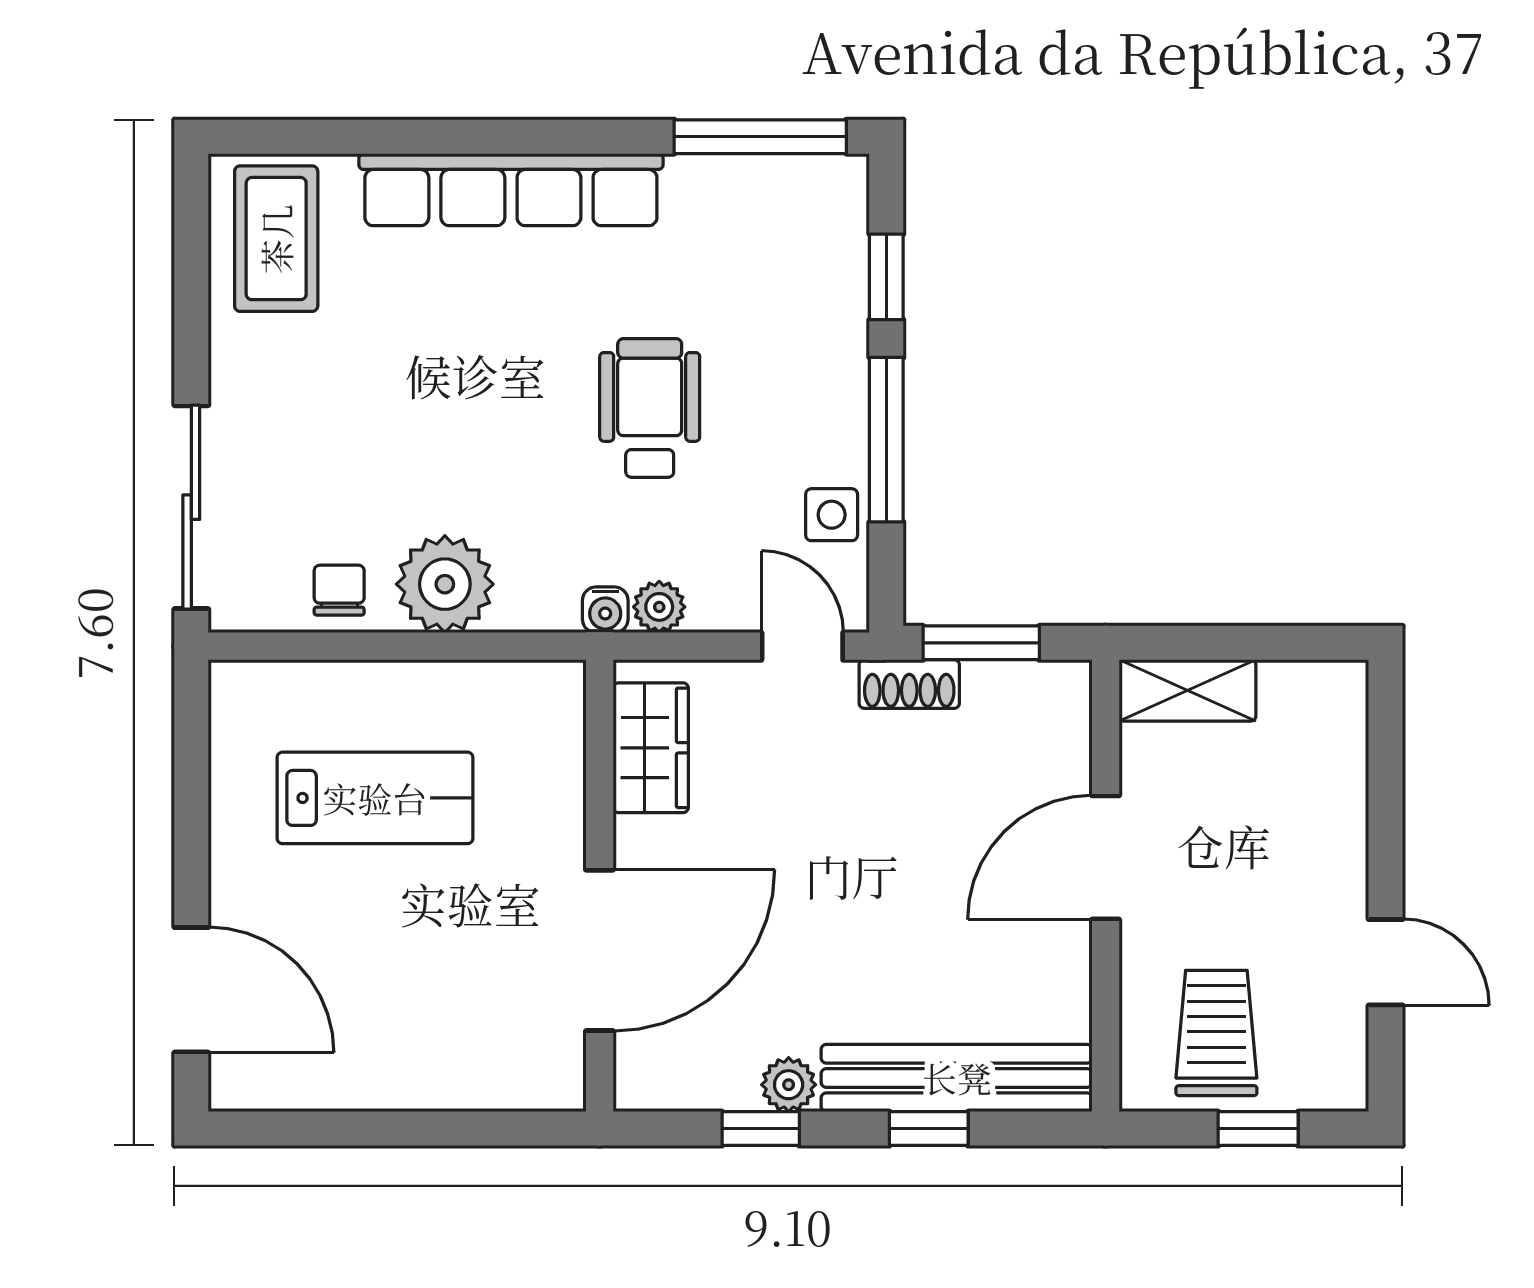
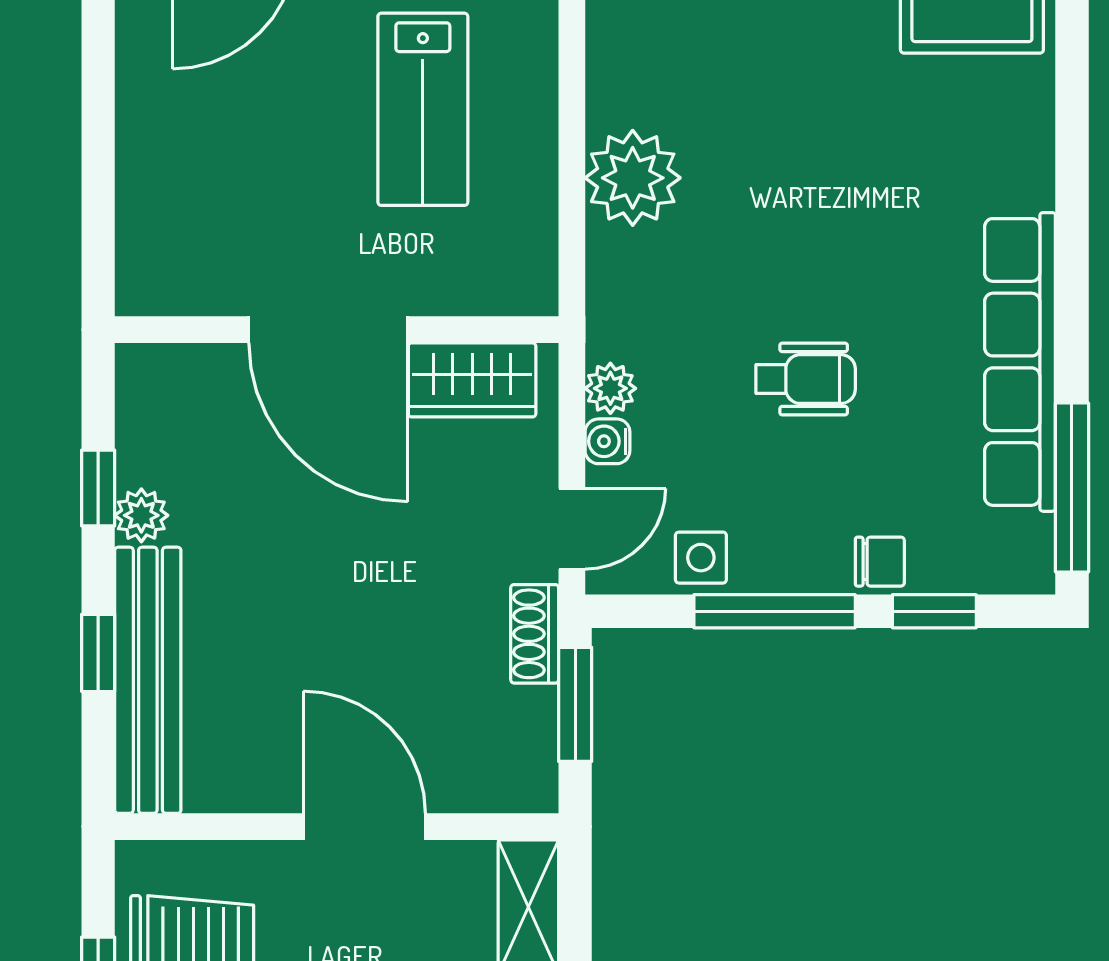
row of seats: (511, 190) -> (1020, 362), moved
wheelchair: (650, 408) -> (806, 379), width x0.73, depth x0.73
chair: (339, 590) -> (880, 562), moved
water cooler: (605, 610) -> (607, 441), moved
door: (600, 950) -> (328, 330), moved

